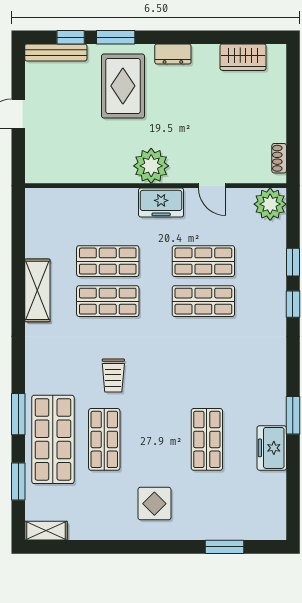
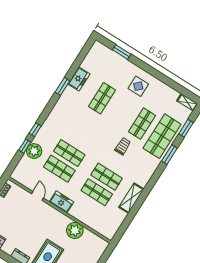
plant: (151, 166) -> (75, 230), moved
plant: (270, 204) -> (34, 151), moved

